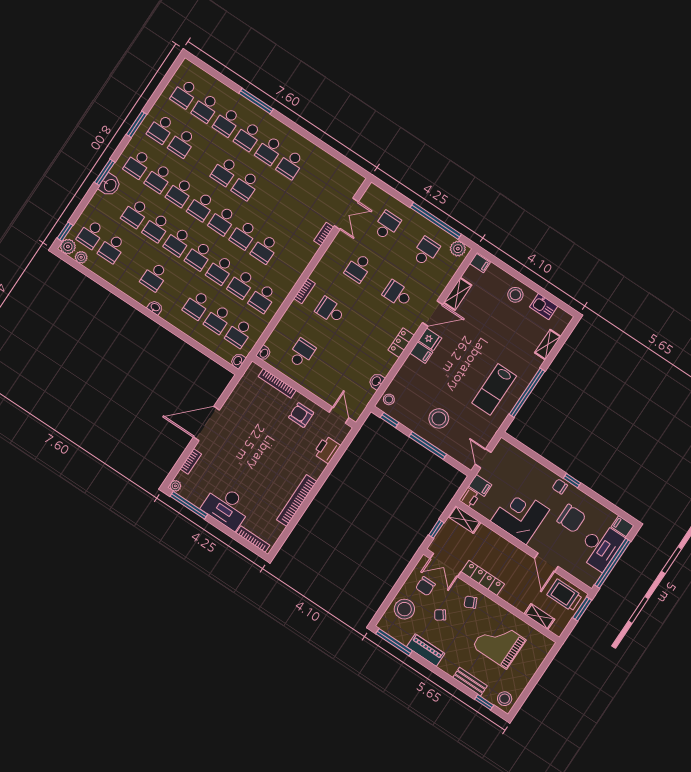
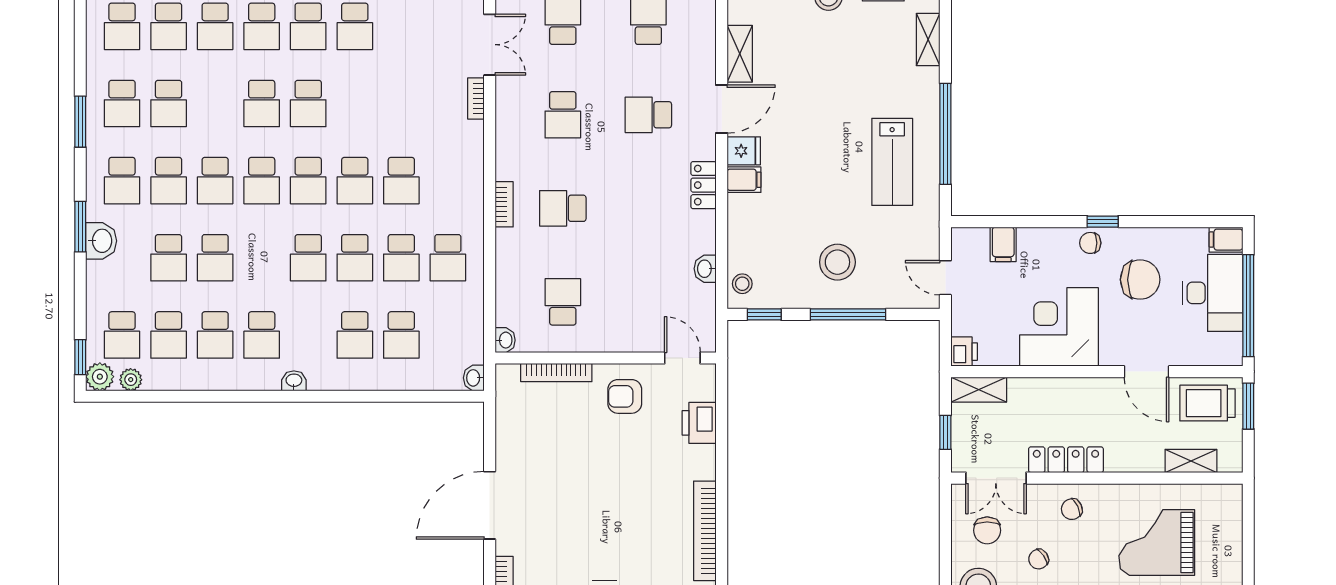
school desk: (178, 242) -> (215, 335), moved
school desk: (239, 333) -> (448, 335), removed
filing cabinet: (480, 485) -> (1003, 244), moved, turned 90

